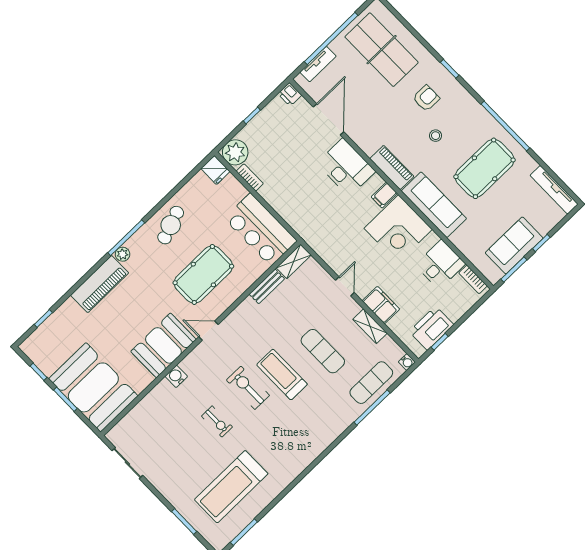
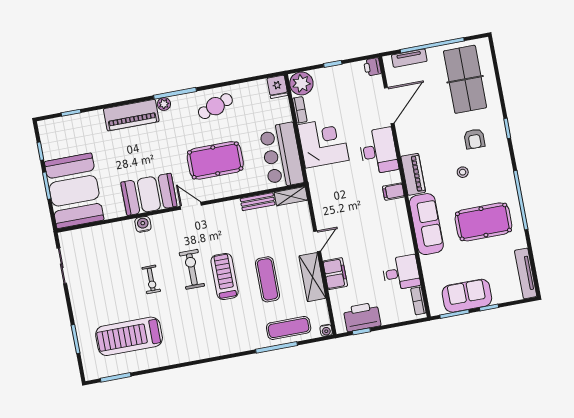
armchair: (426, 98) -> (474, 139), turned 91
corner desk: (398, 229) -> (323, 142), moved, turned 180
shelving: (370, 326) -> (312, 277), width x1.50, depth x1.33

